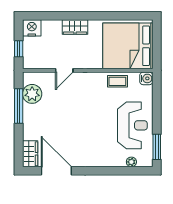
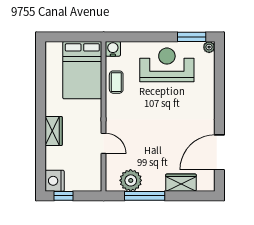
bed: (128, 46) -> (82, 70), width x0.73
window: (19, 49) -> (64, 196), moved
wardrobe: (30, 154) -> (181, 183), moved
plant: (131, 162) -> (209, 47), moved

